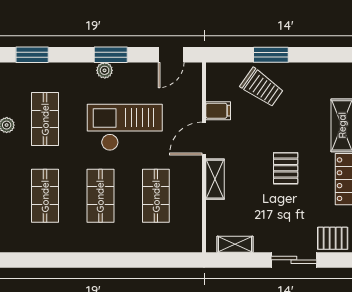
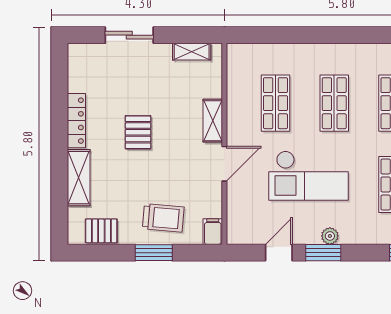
door: (171, 55) -> (279, 253), moved
trolley: (262, 87) -> (163, 218), turned 150
filing cabinet: (218, 111) -> (213, 232), moved, turned 90
pallet: (333, 238) -> (101, 231), moved

